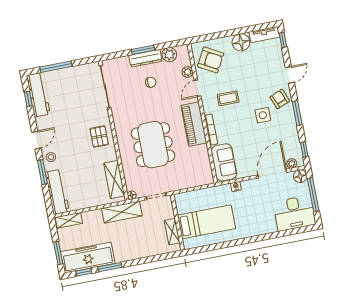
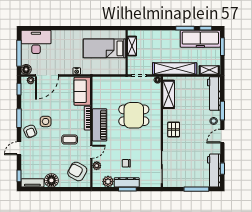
dining table: (153, 145) -> (134, 115), width x0.73
shelving: (122, 212) -> (175, 69), width x1.47

